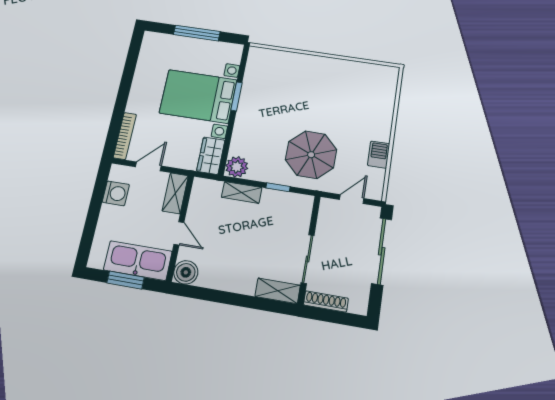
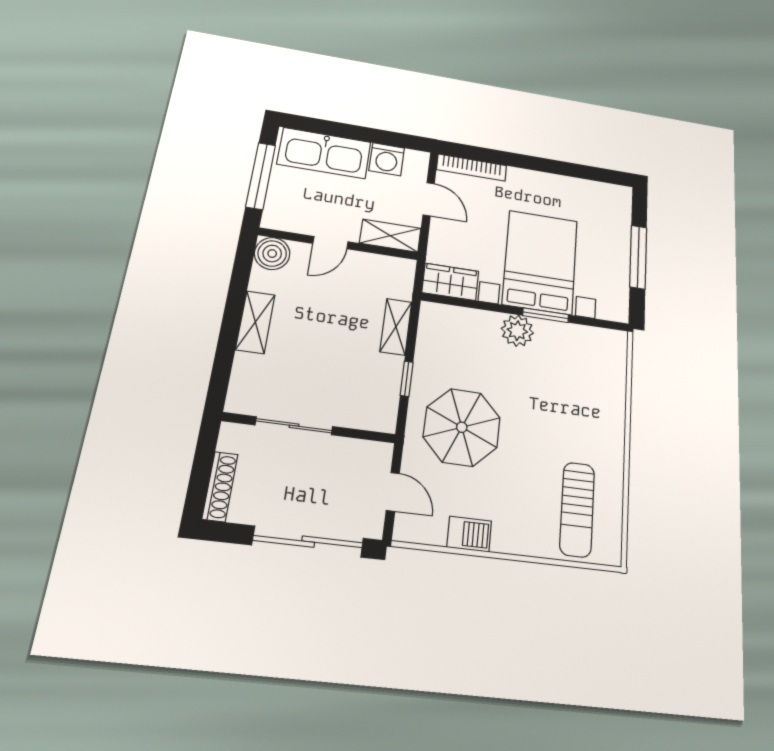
sun lounger: (365, 89) -> (577, 509), added
plant: (237, 167) -> (517, 331), moved
kitchen sink: (138, 261) -> (324, 153), moved, turned 90
window: (126, 280) -> (261, 176), width x1.44
shelving: (278, 291) -> (255, 322), moved
shoe rack: (326, 302) -> (220, 487), moved

